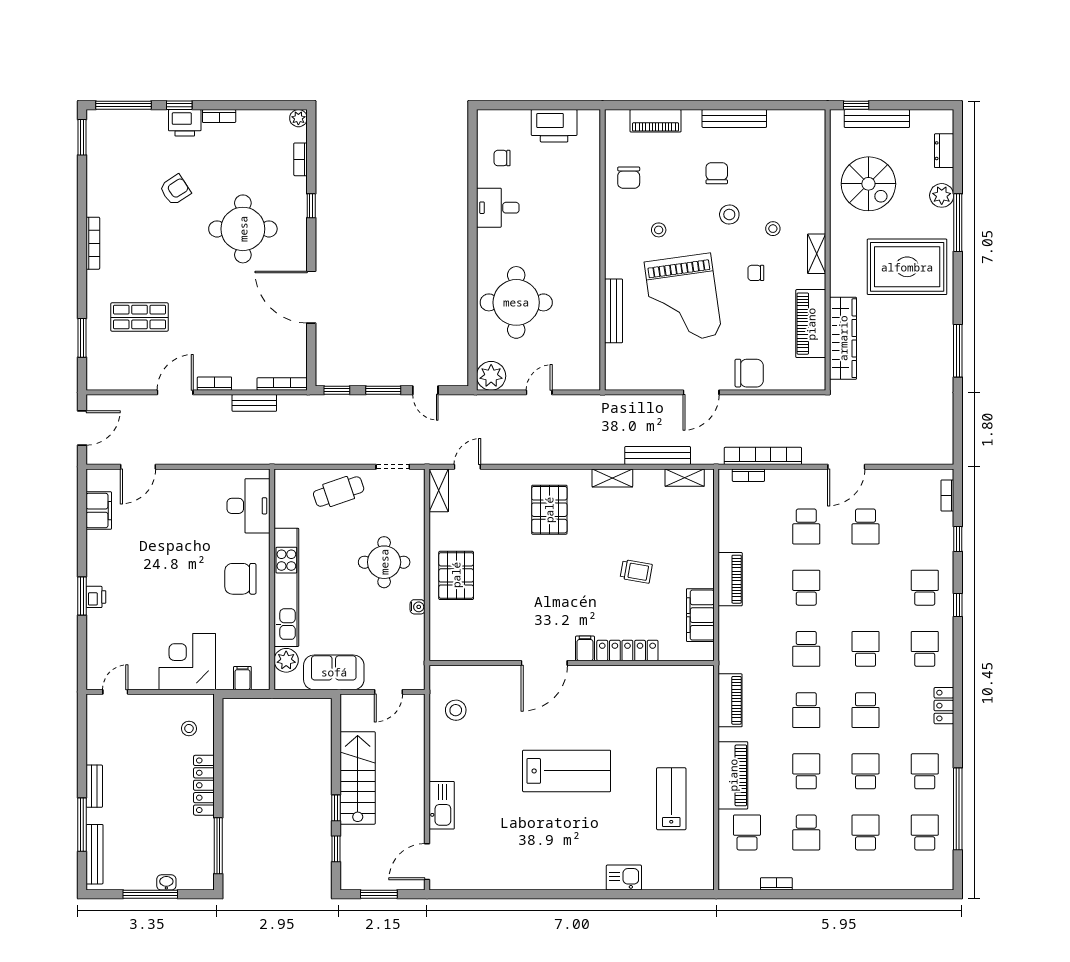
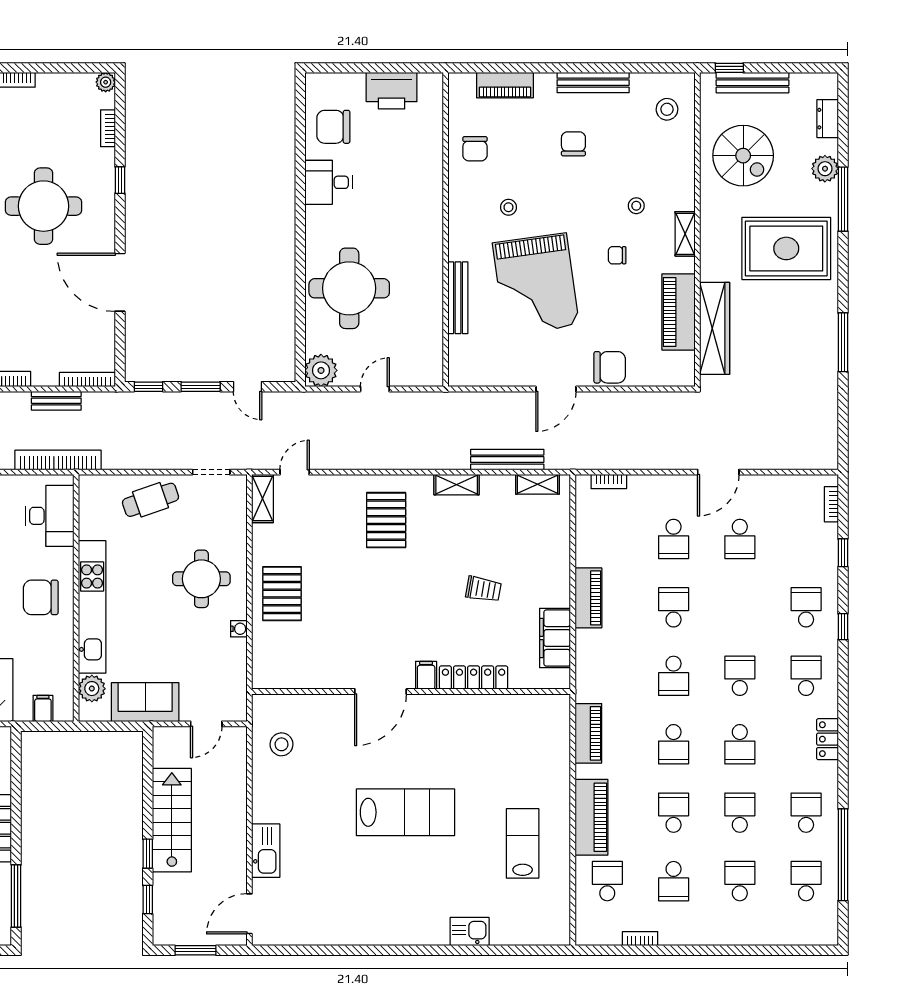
chair: (502, 158) -> (333, 127), width x1.87, depth x1.87
stool: (729, 215) -> (667, 109), moved
bookcase: (763, 456) -> (58, 460), moved

